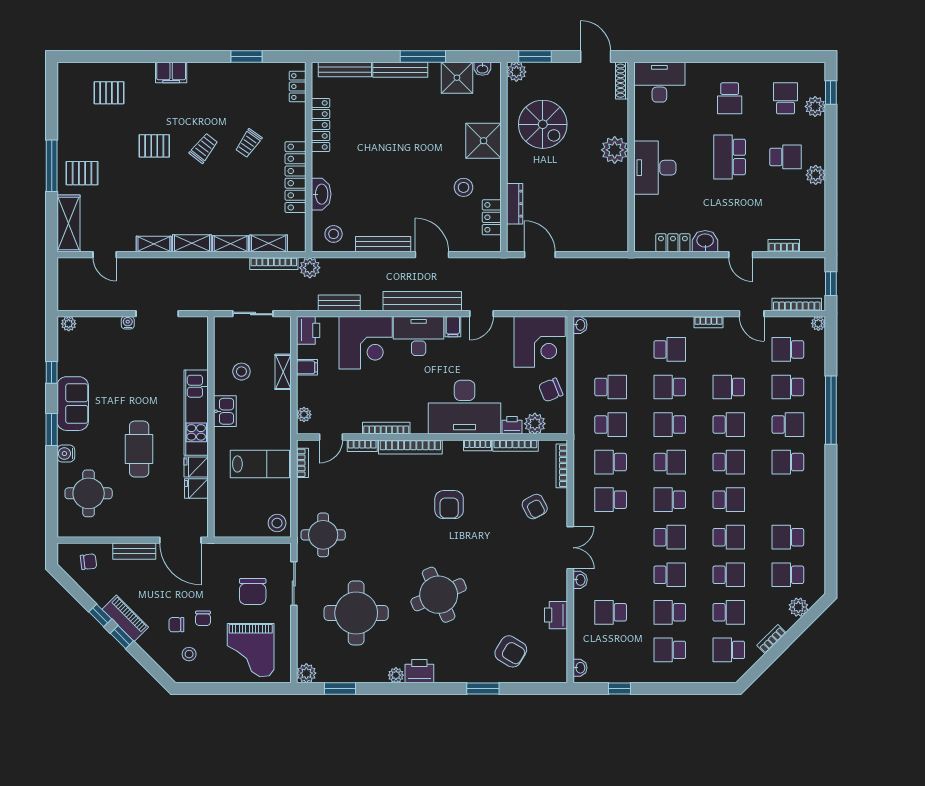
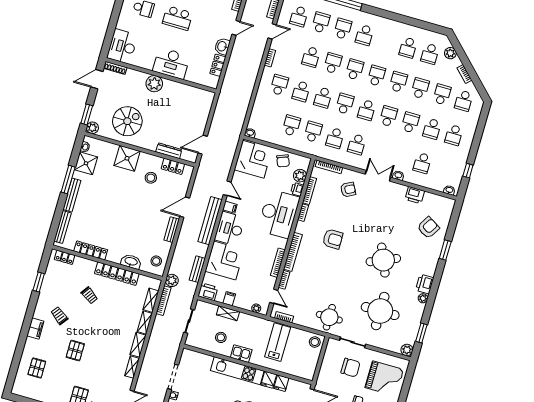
trolley: (204, 148) -> (59, 316), moved
bench: (383, 244) -> (172, 230), width x0.73
school desk: (788, 387) -> (321, 23), turned 180

